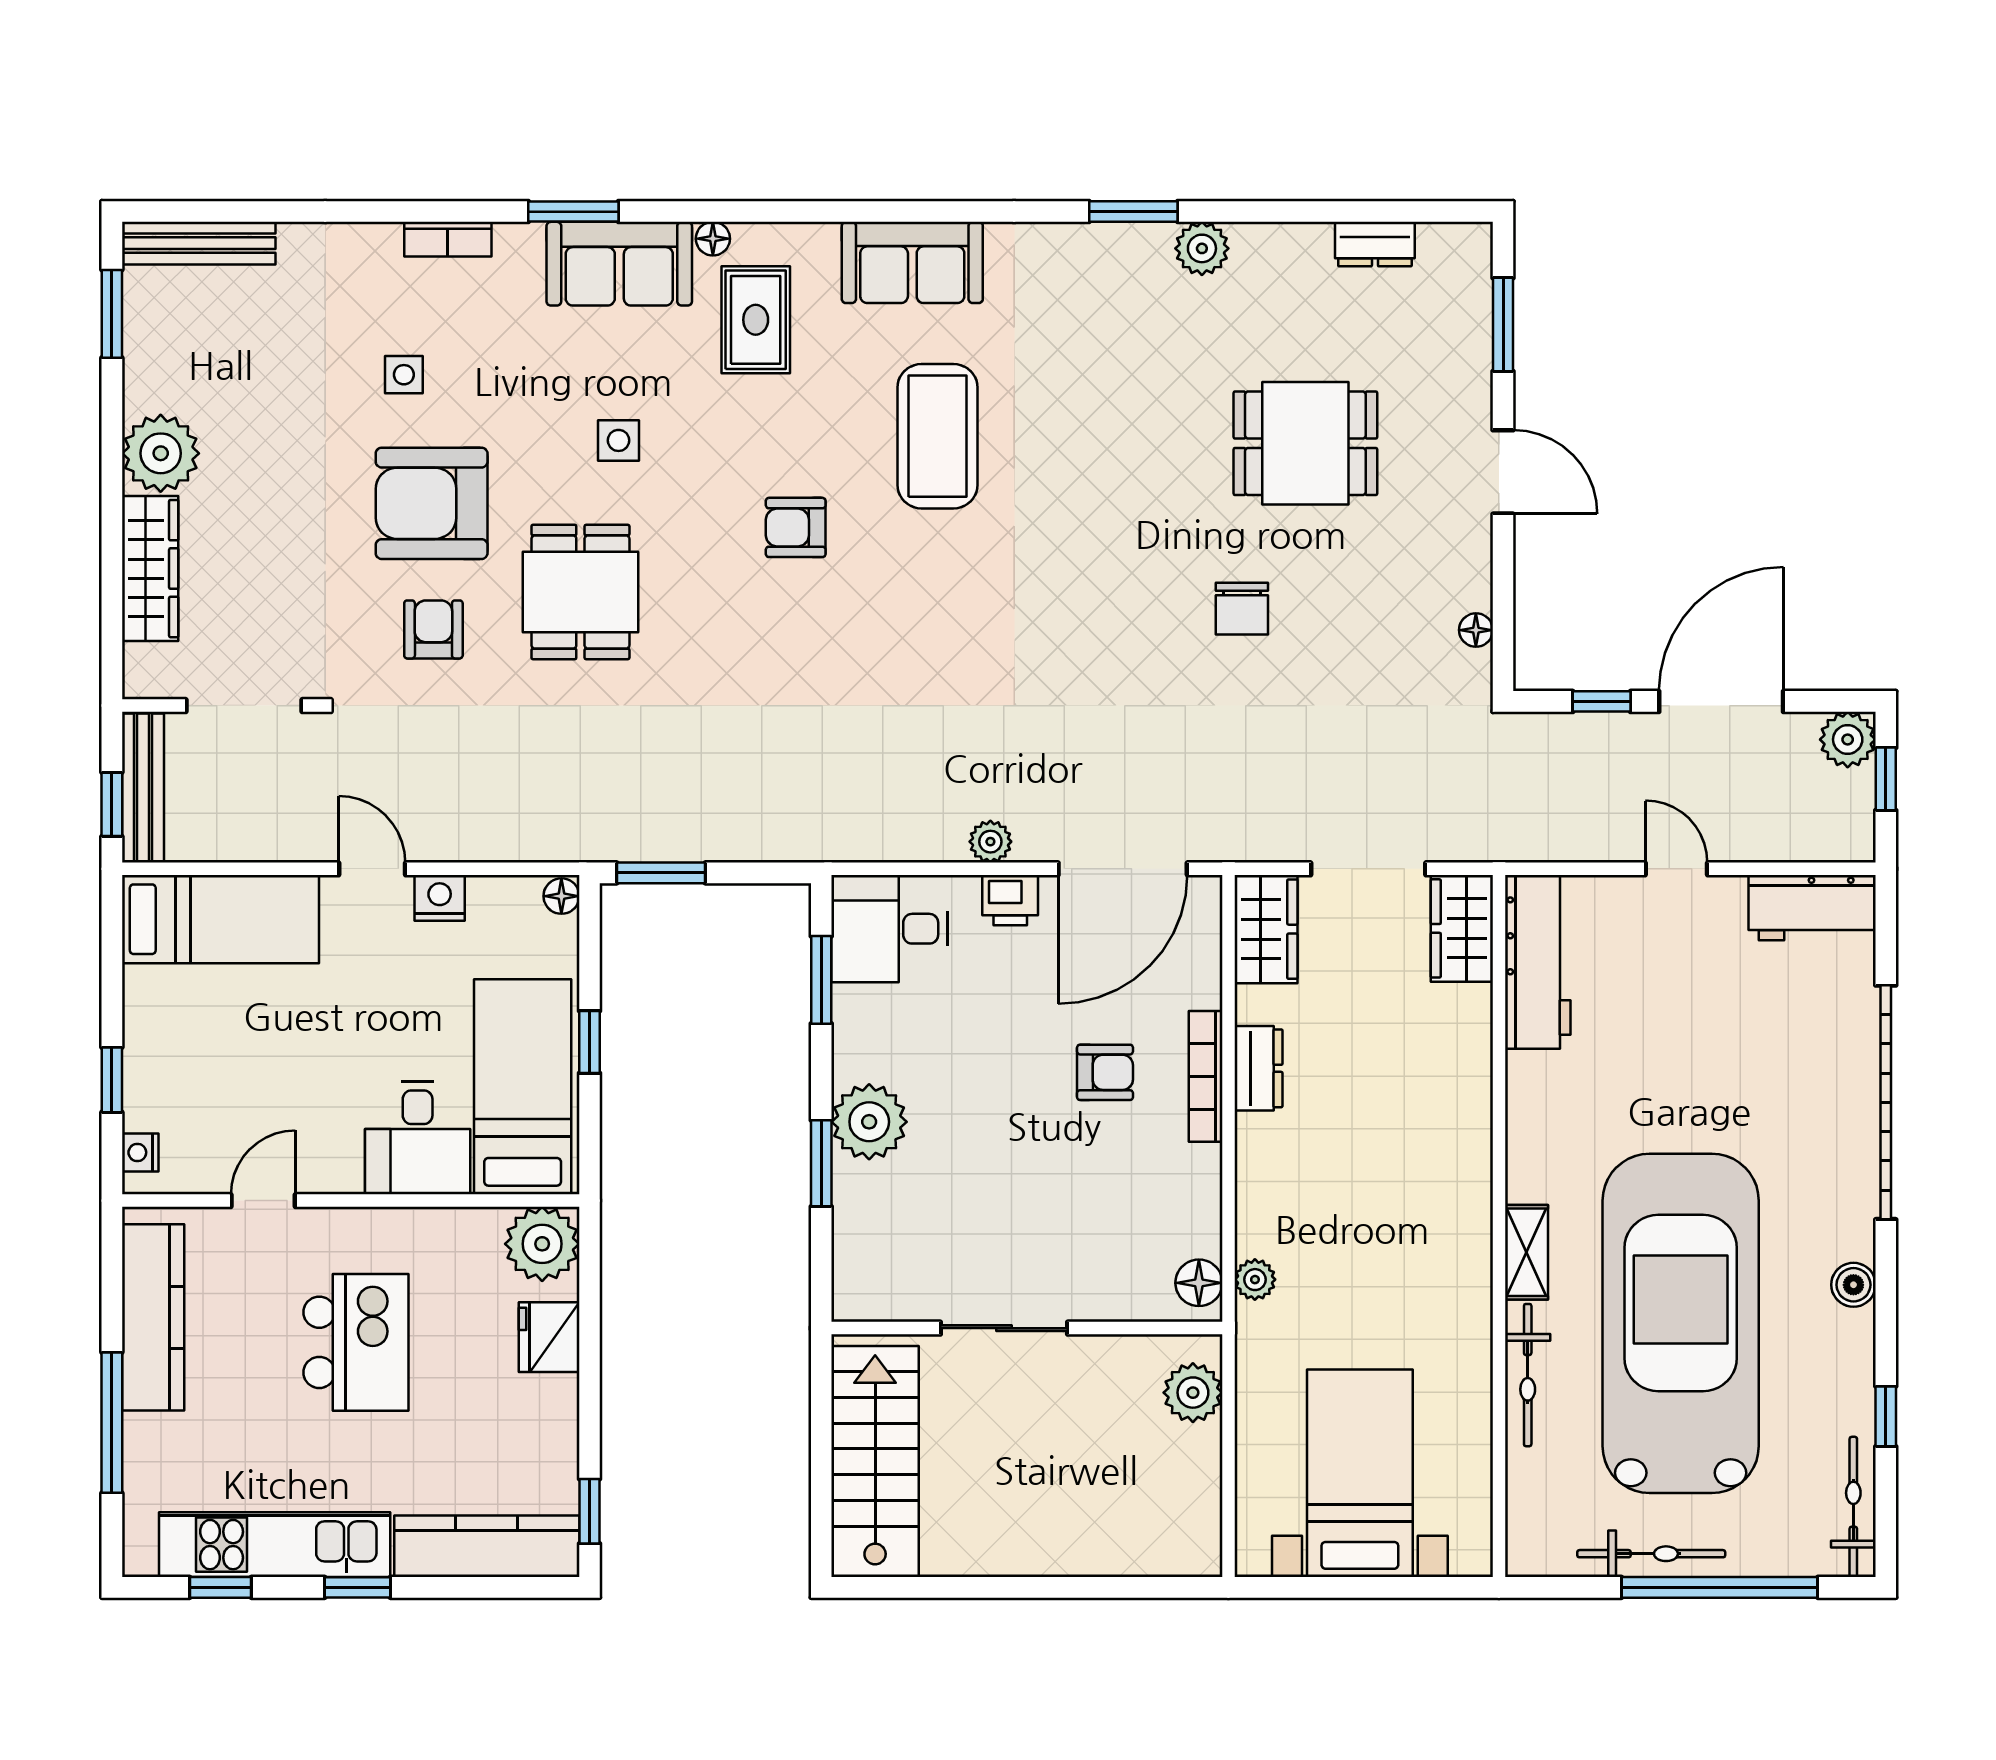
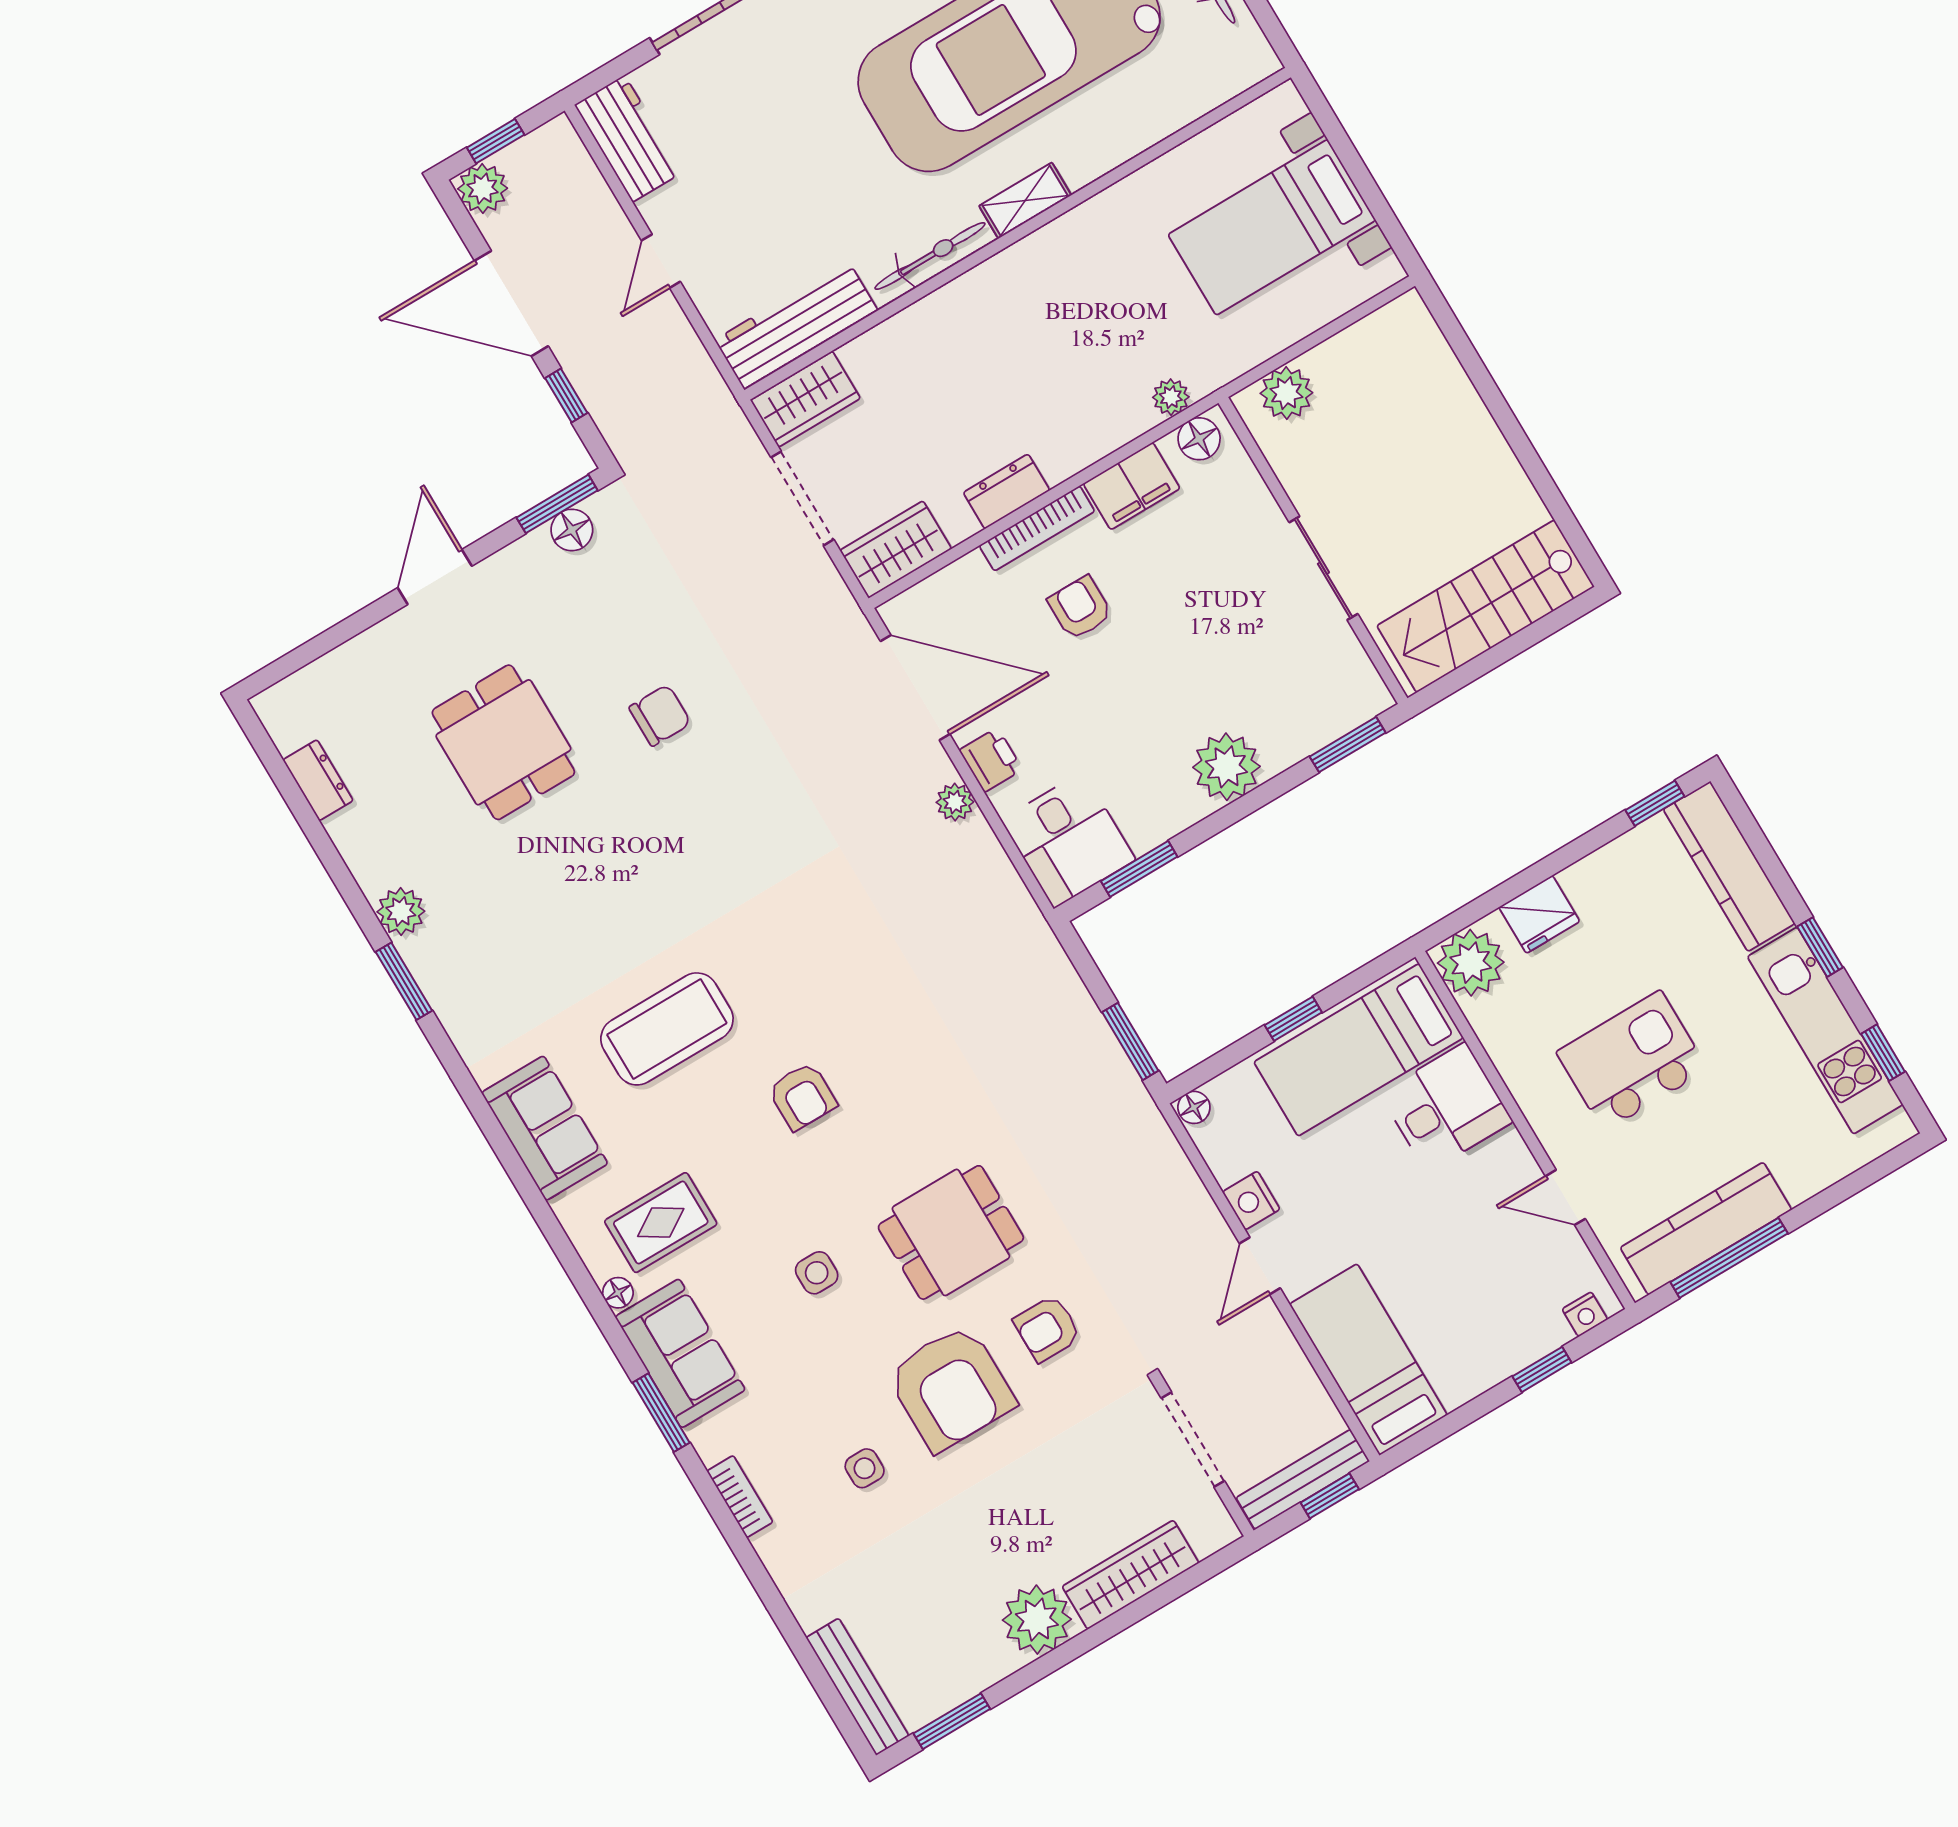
window: (1503, 325) -> (557, 504), moved
floor lamp: (1476, 630) -> (572, 530), width x1.37, depth x1.37
window: (821, 1163) -> (1348, 745), moved
filing cabinet: (1192, 1191) -> (1132, 486), added
bicycle: (1528, 1375) -> (930, 256), moved
window: (112, 1423) -> (1729, 1258), moved

